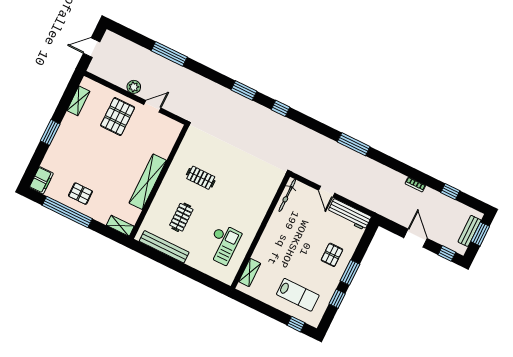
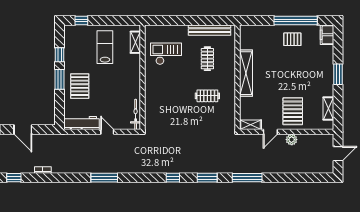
window: (169, 54) -> (247, 178), moved
shelving: (120, 226) -> (250, 125), moved
checkout: (223, 244) -> (166, 54), turned 90
pallet: (332, 255) -> (80, 86), width x1.50, depth x1.42
lab bench: (298, 295) -> (105, 47), moved, turned 90

